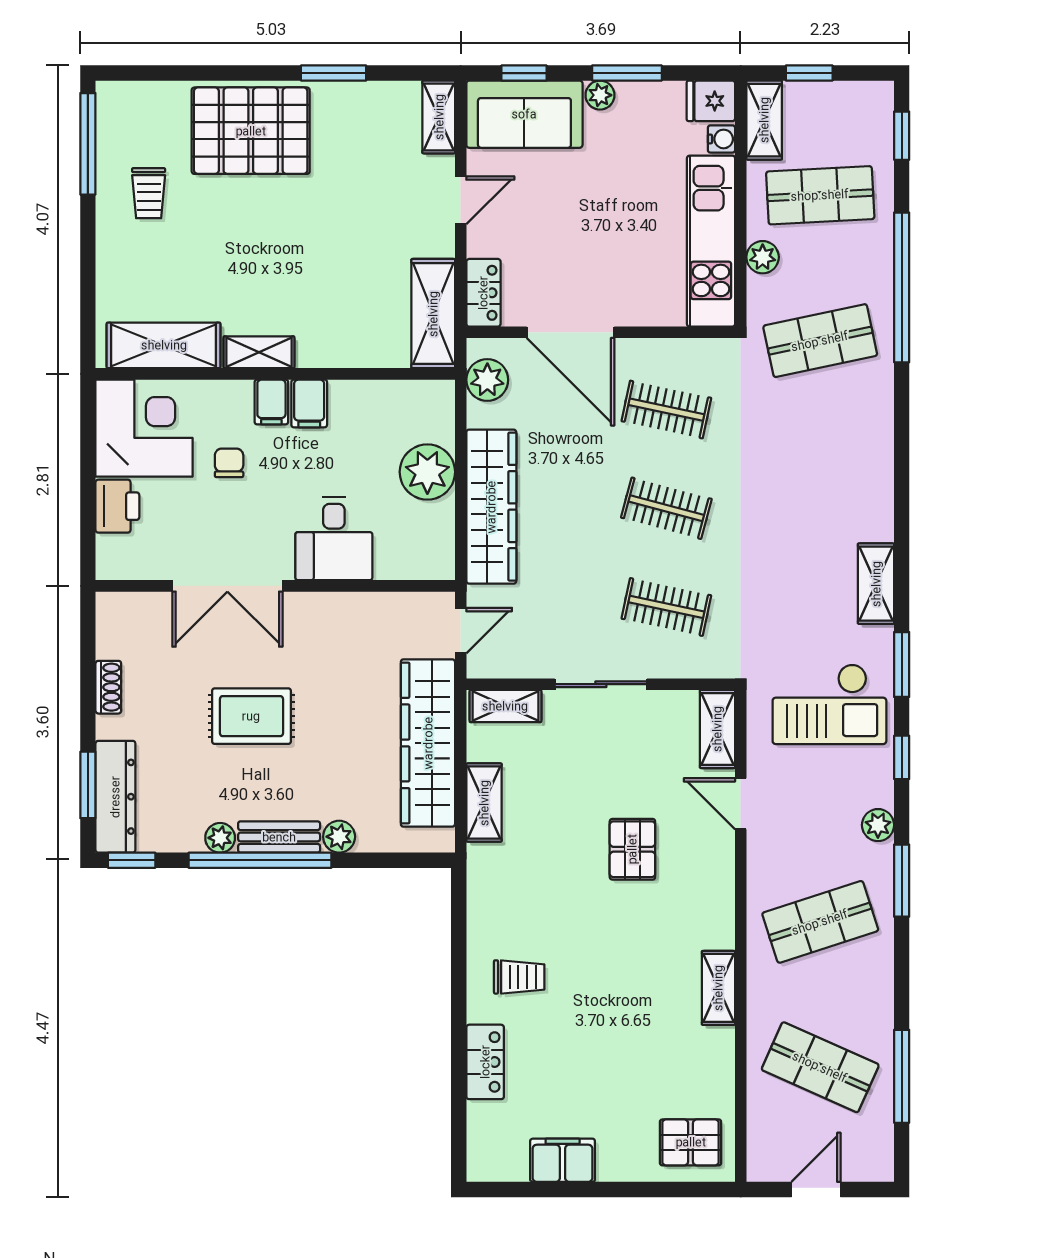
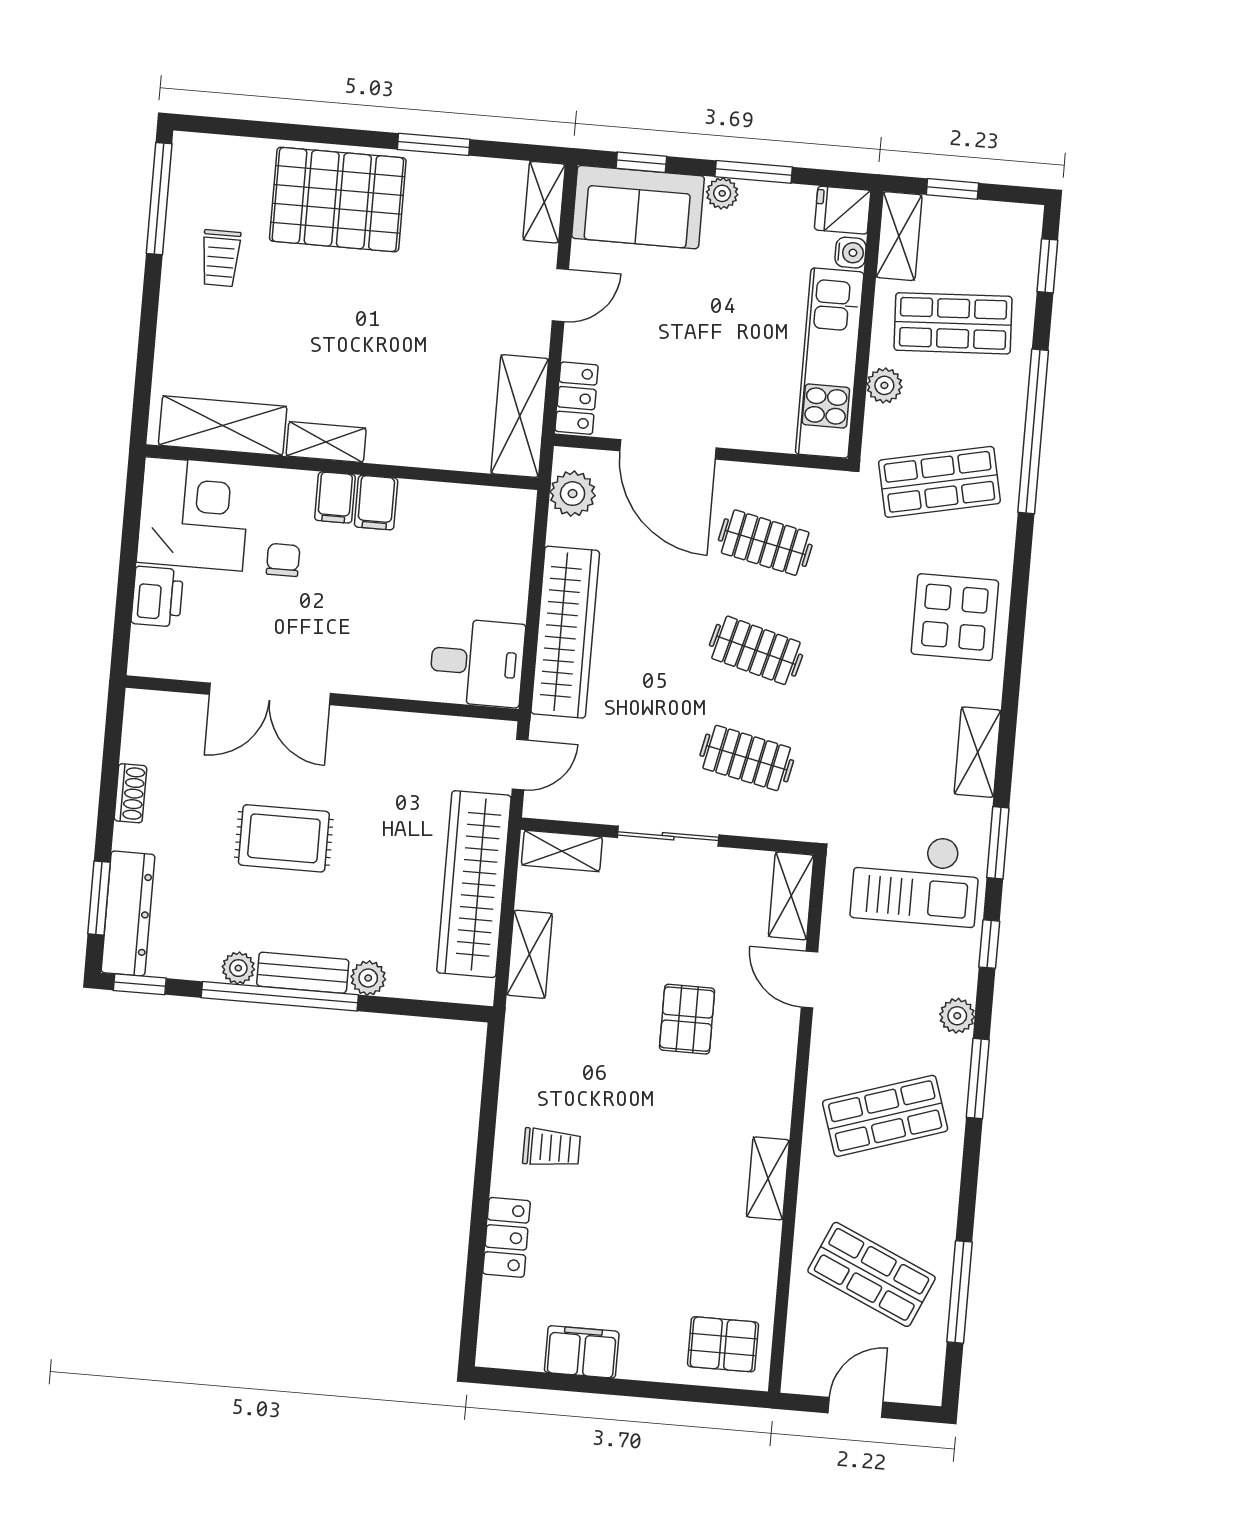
display table: (845, 463) -> (955, 617), added
plant: (427, 472) -> (499, 588), removed
desk: (334, 539) -> (477, 663), moved, turned -90

